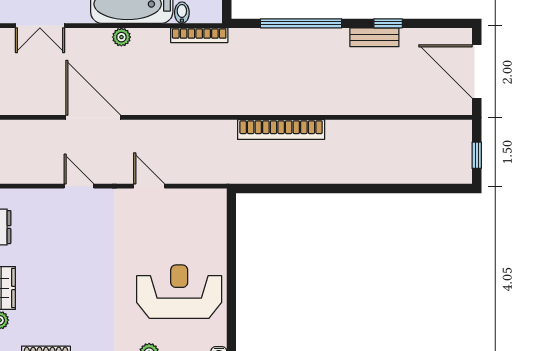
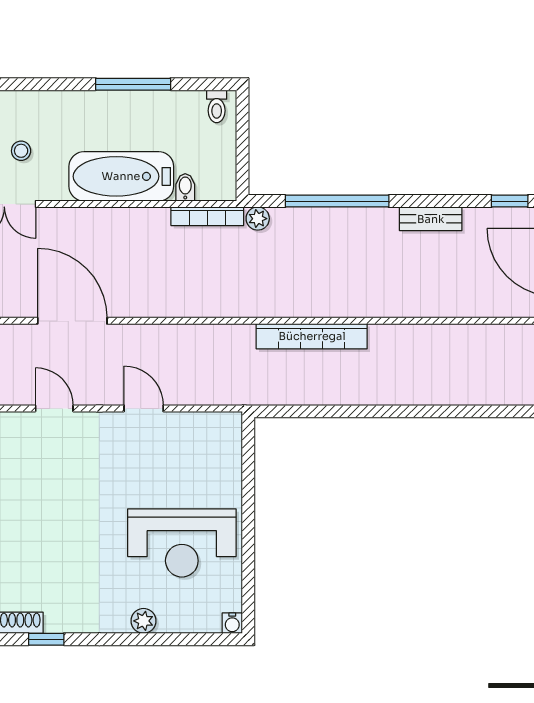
window: (388, 23) -> (510, 201), moved
plant: (121, 37) -> (258, 219), moved
reception desk: (179, 292) -> (182, 543), turned 180

